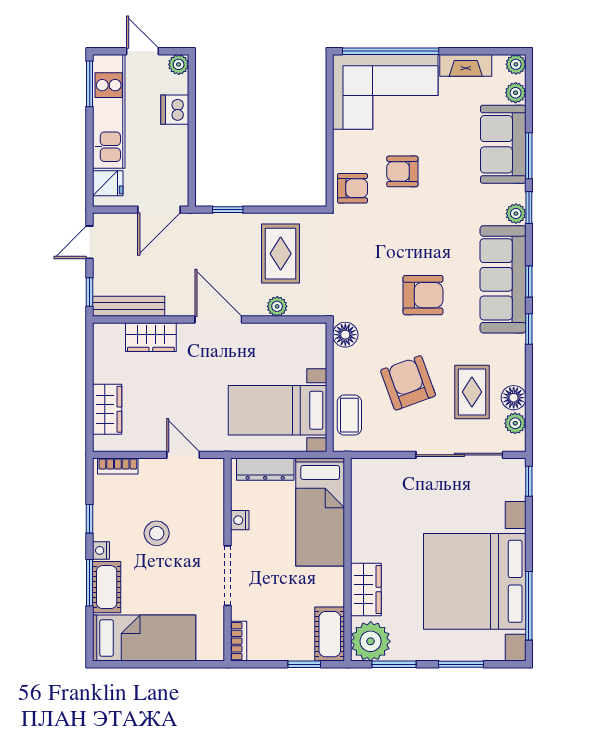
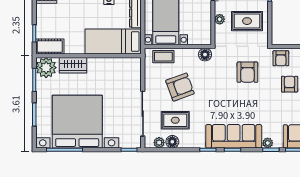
armchair: (423, 295) -> (247, 72), moved

